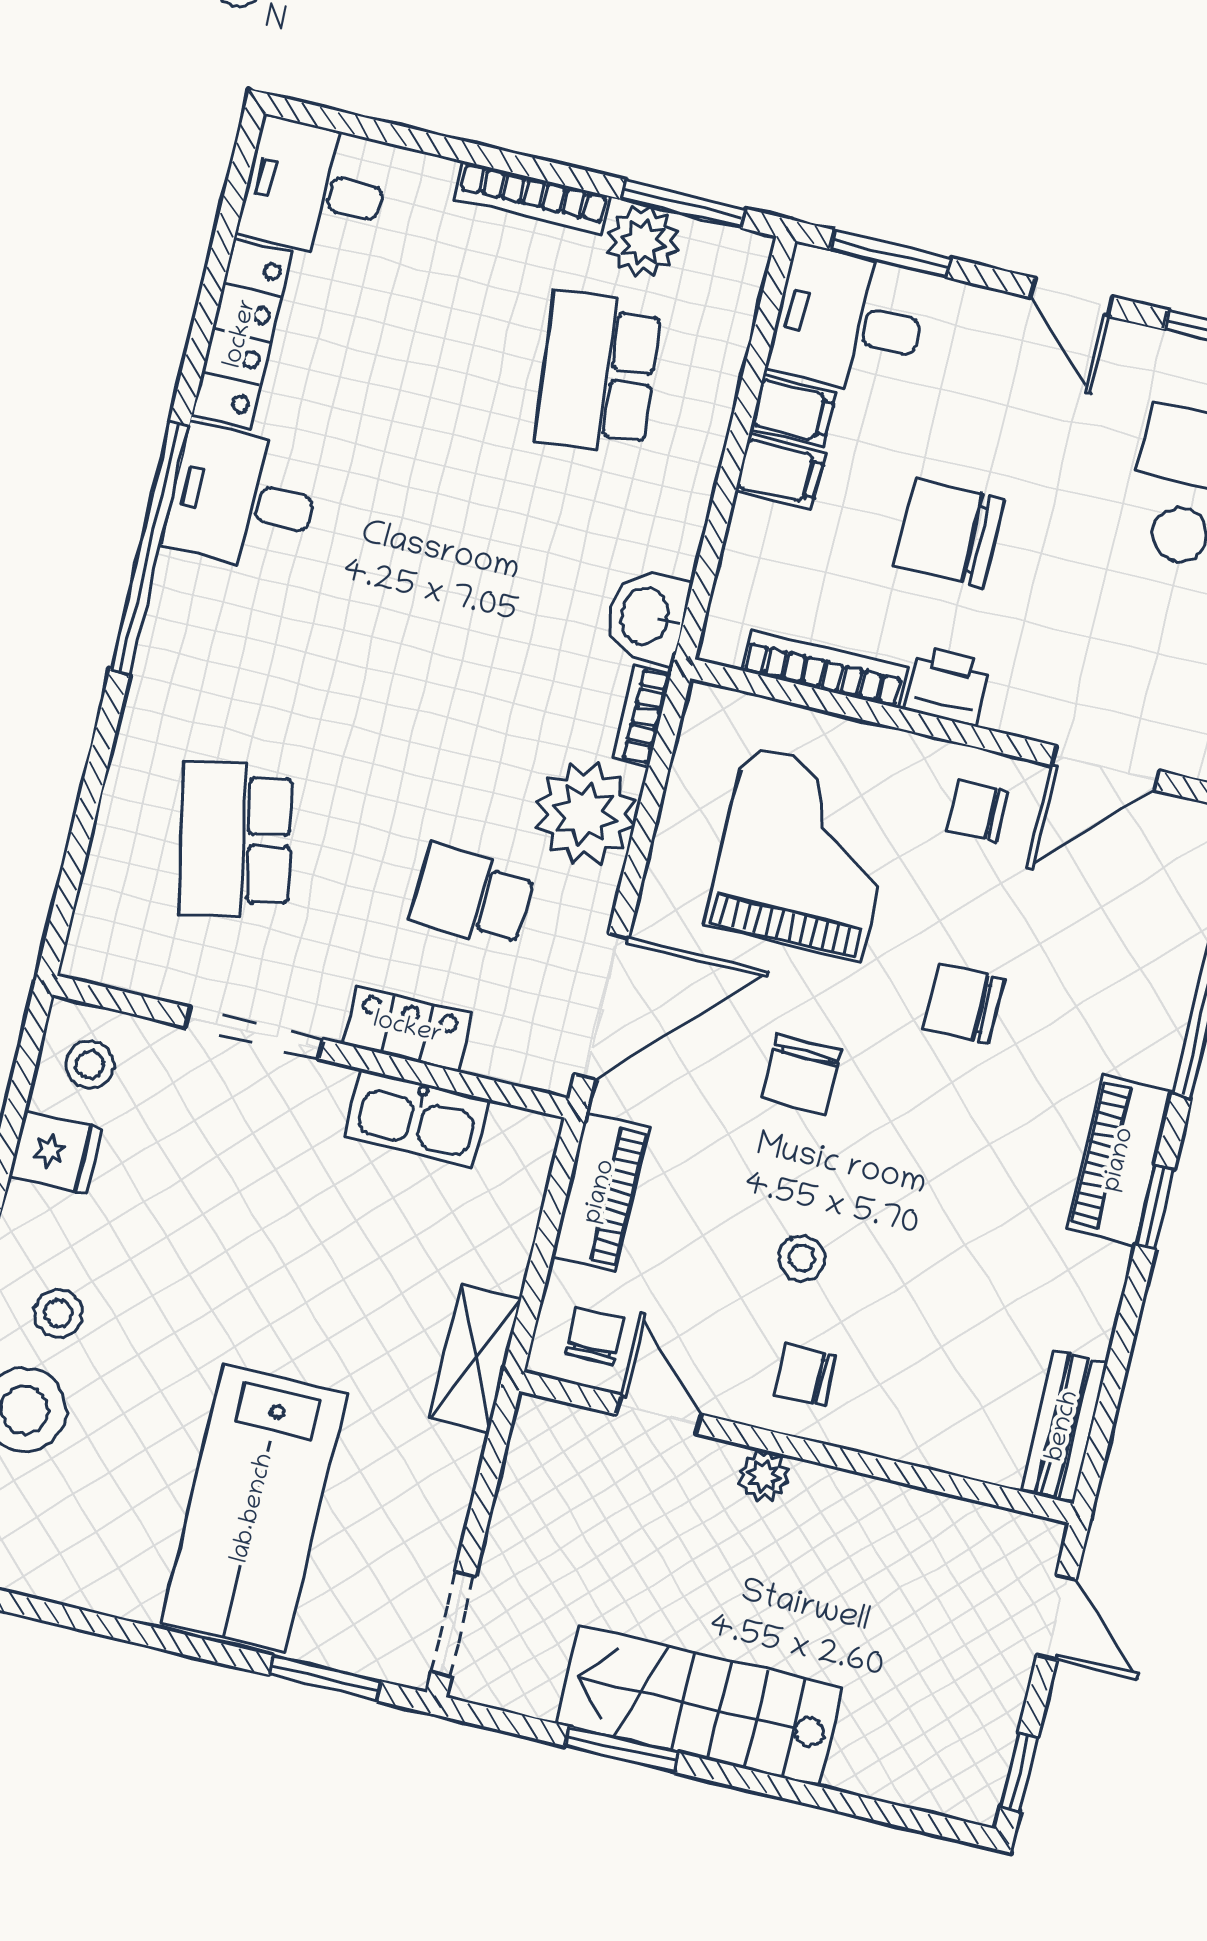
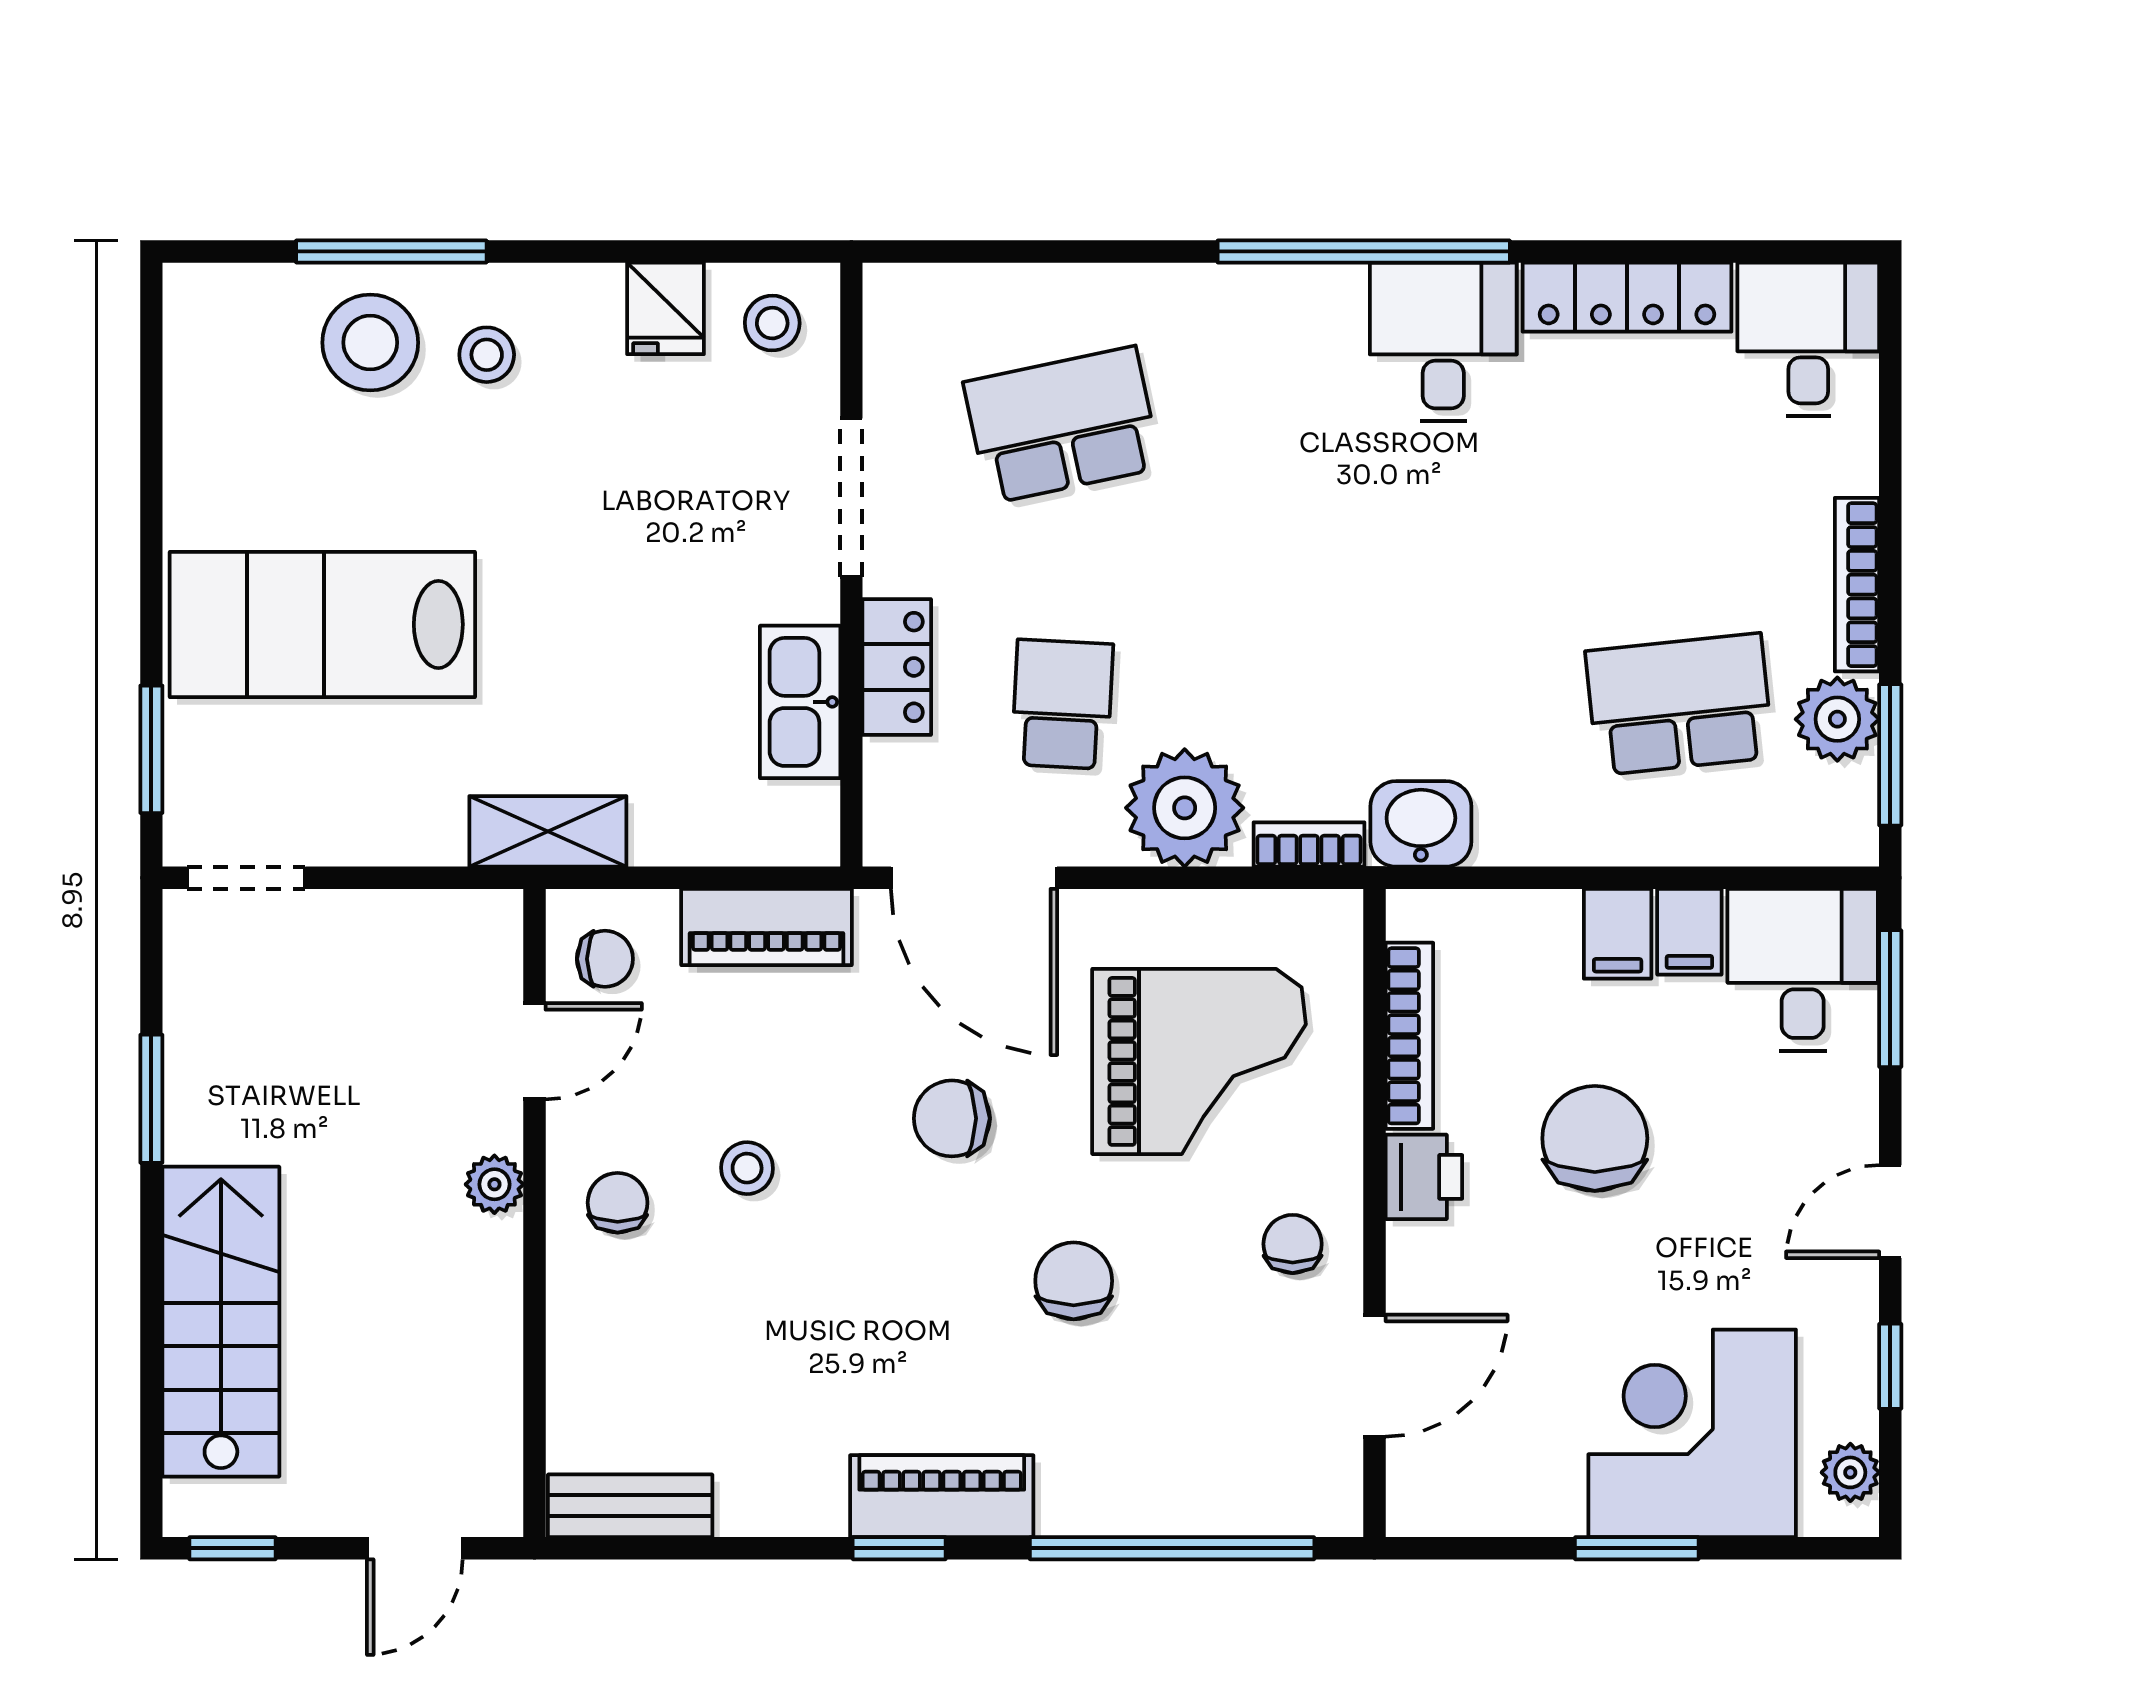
door: (1106, 768) -> (1374, 1376), swing flipped
stairs: (699, 1706) -> (221, 1322), moved

